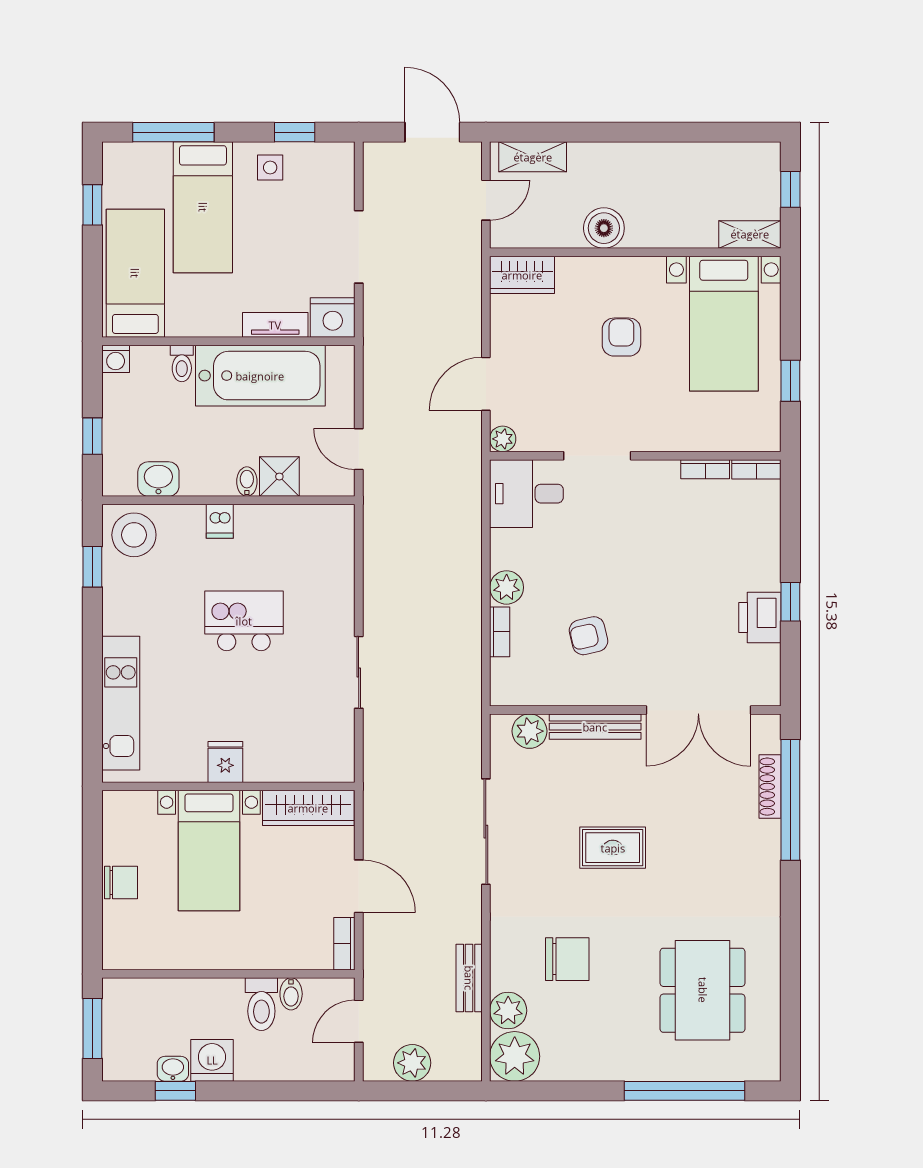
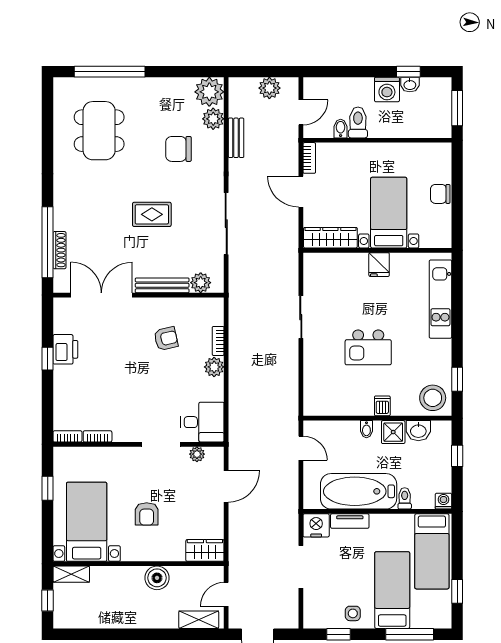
plant: (503, 439) -> (197, 454), moved
shower: (279, 477) -> (393, 432), moved

